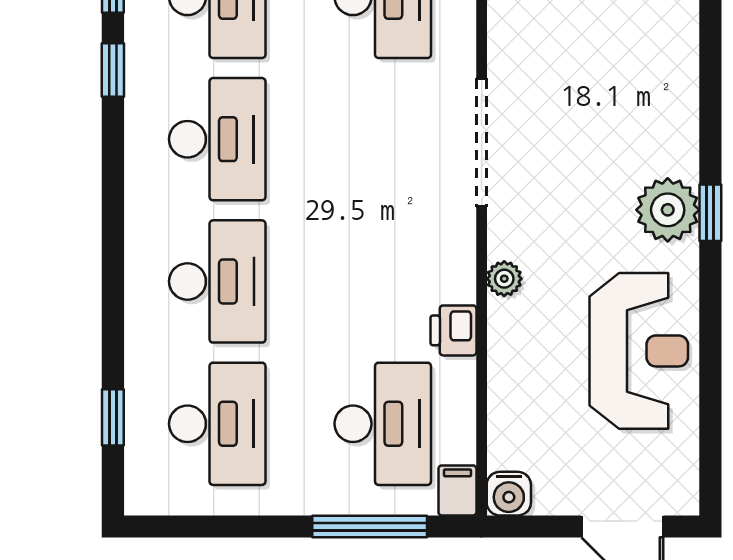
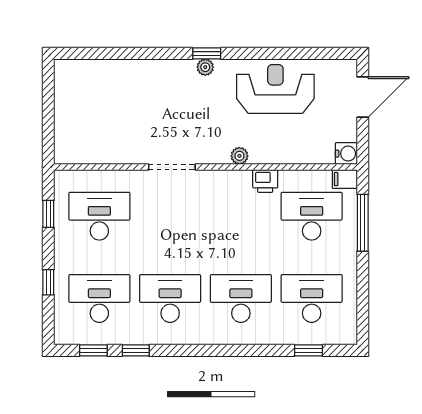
doorway: (482, 143) -> (172, 167), width x0.73
plant: (668, 210) -> (205, 67), width x0.53, depth x0.53

